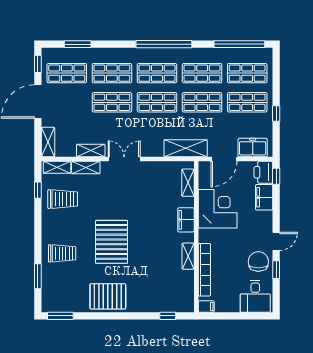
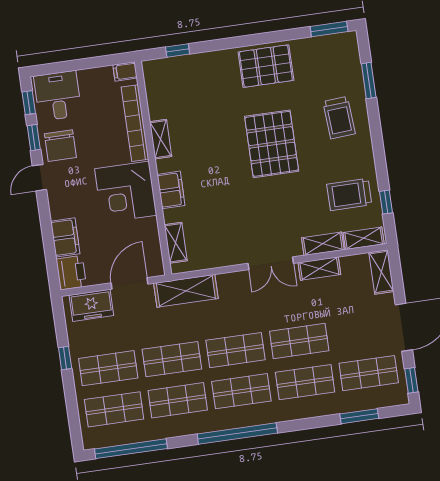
window: (276, 176) -> (29, 103), moved
corner desk: (218, 209) -> (126, 192), moved
trolley: (62, 253) -> (339, 118), turned -94

